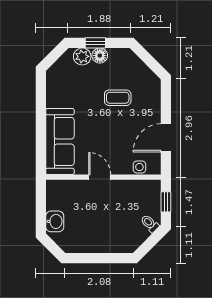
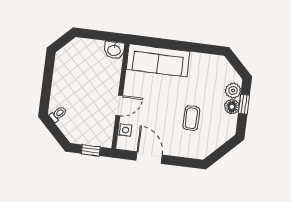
door: (100, 177) -> (119, 105), moved
washbasin: (55, 221) -> (114, 50), moved
toilet: (150, 224) -> (58, 114), moved

